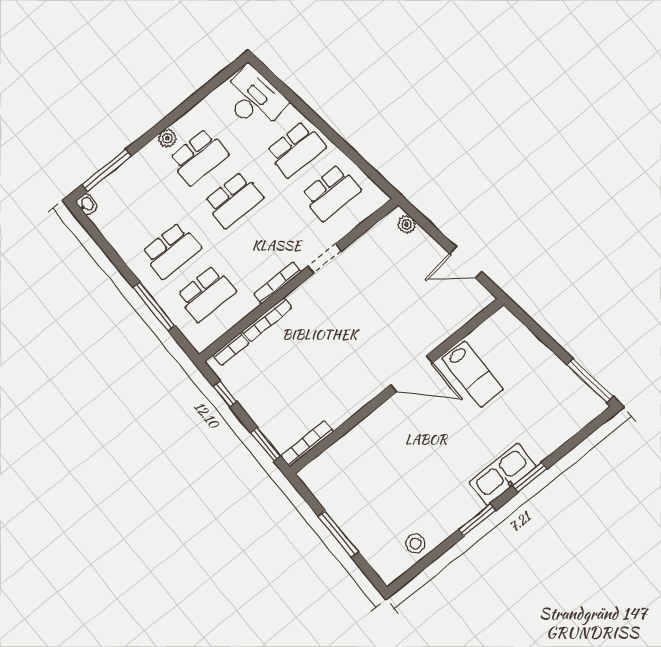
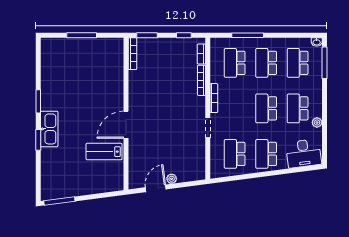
plant: (167, 138) -> (317, 122), moved
school desk: (136, 207) -> (298, 63), added
plant: (407, 224) -> (172, 179), moved
stool: (415, 543) -> (50, 66), removed

